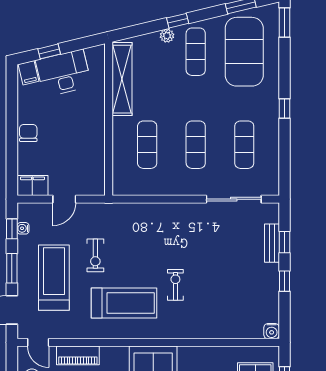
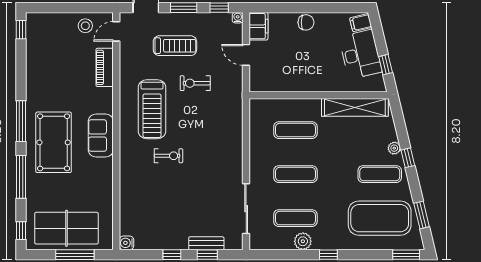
window: (49, 51) -> (386, 65), moved
plant: (270, 137) -> (303, 241), added
water cooler: (23, 228) -> (238, 18), moved
treadmill: (54, 278) -> (175, 46), width x0.73, depth x0.73

